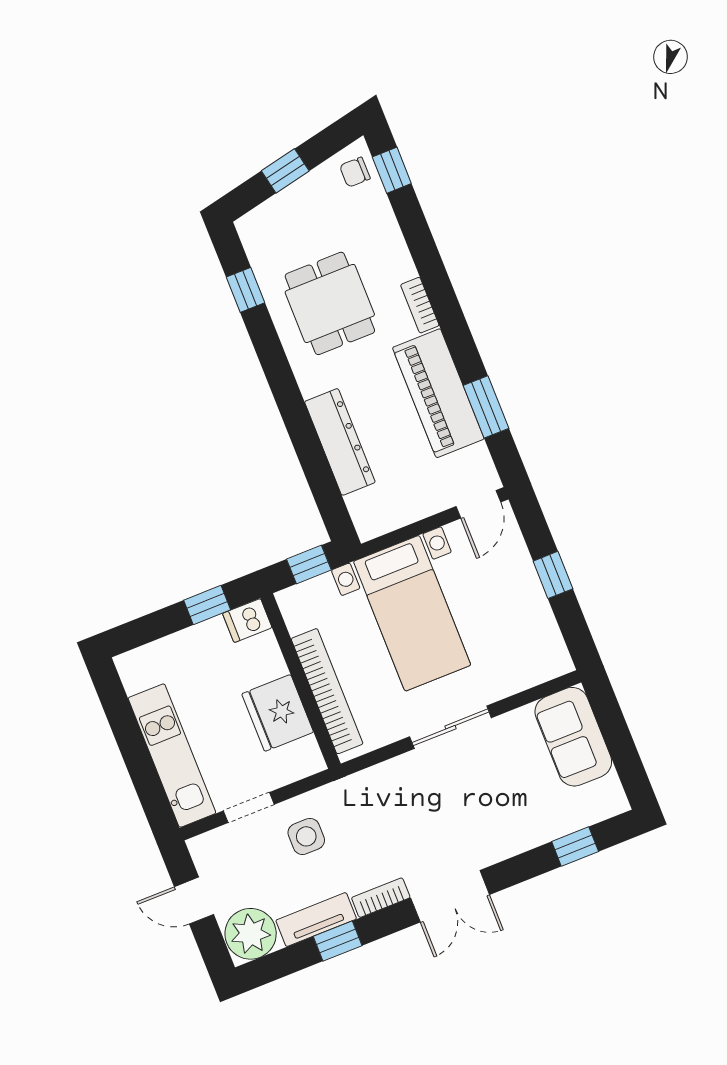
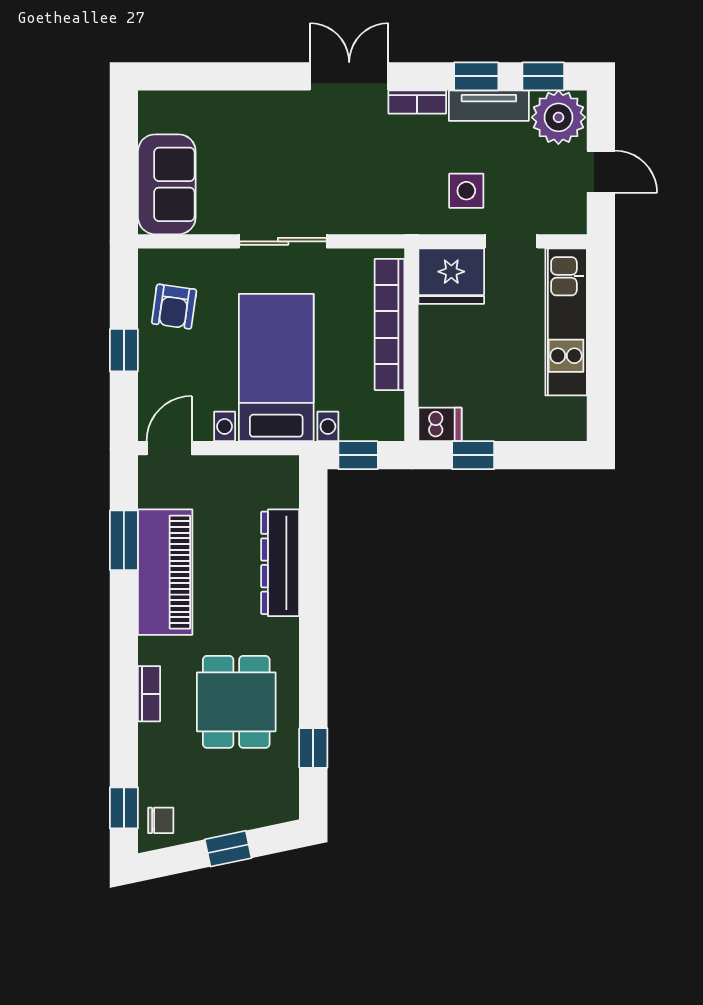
bookcase: (420, 305) -> (149, 694), moved
armchair: (524, 631) -> (174, 307), added
fridge: (278, 713) -> (451, 276), moved, turned 90
window: (575, 847) -> (543, 76), moved

